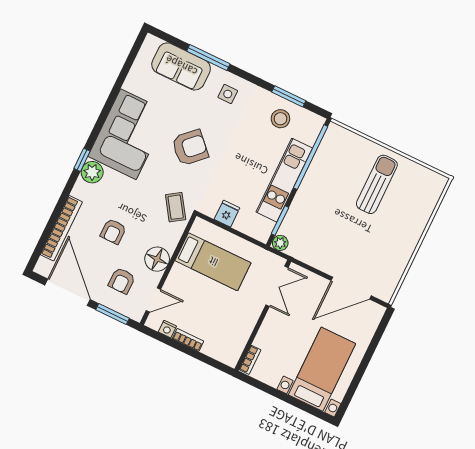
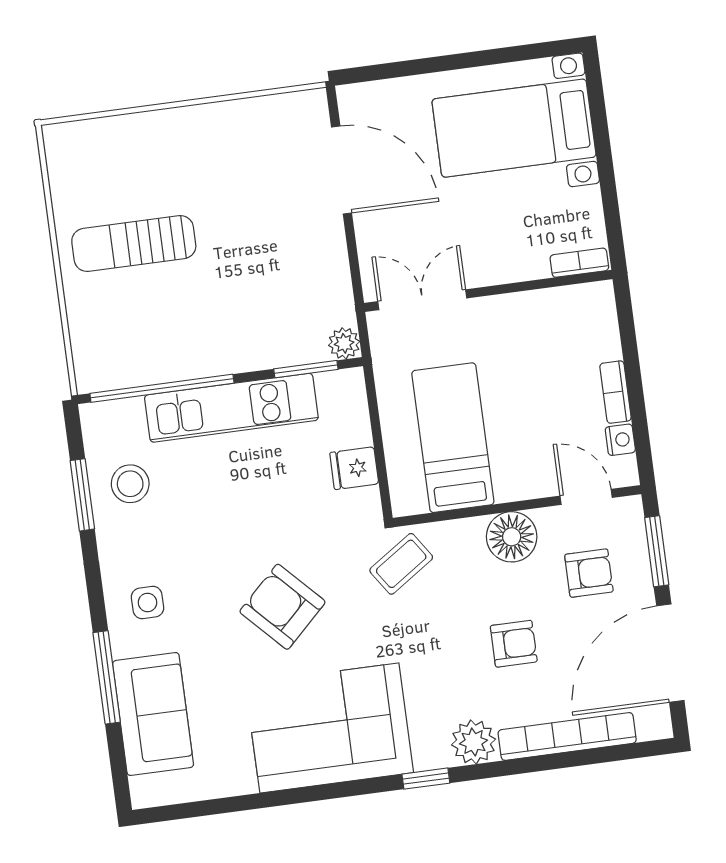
plant: (92, 172) -> (474, 742), moved

